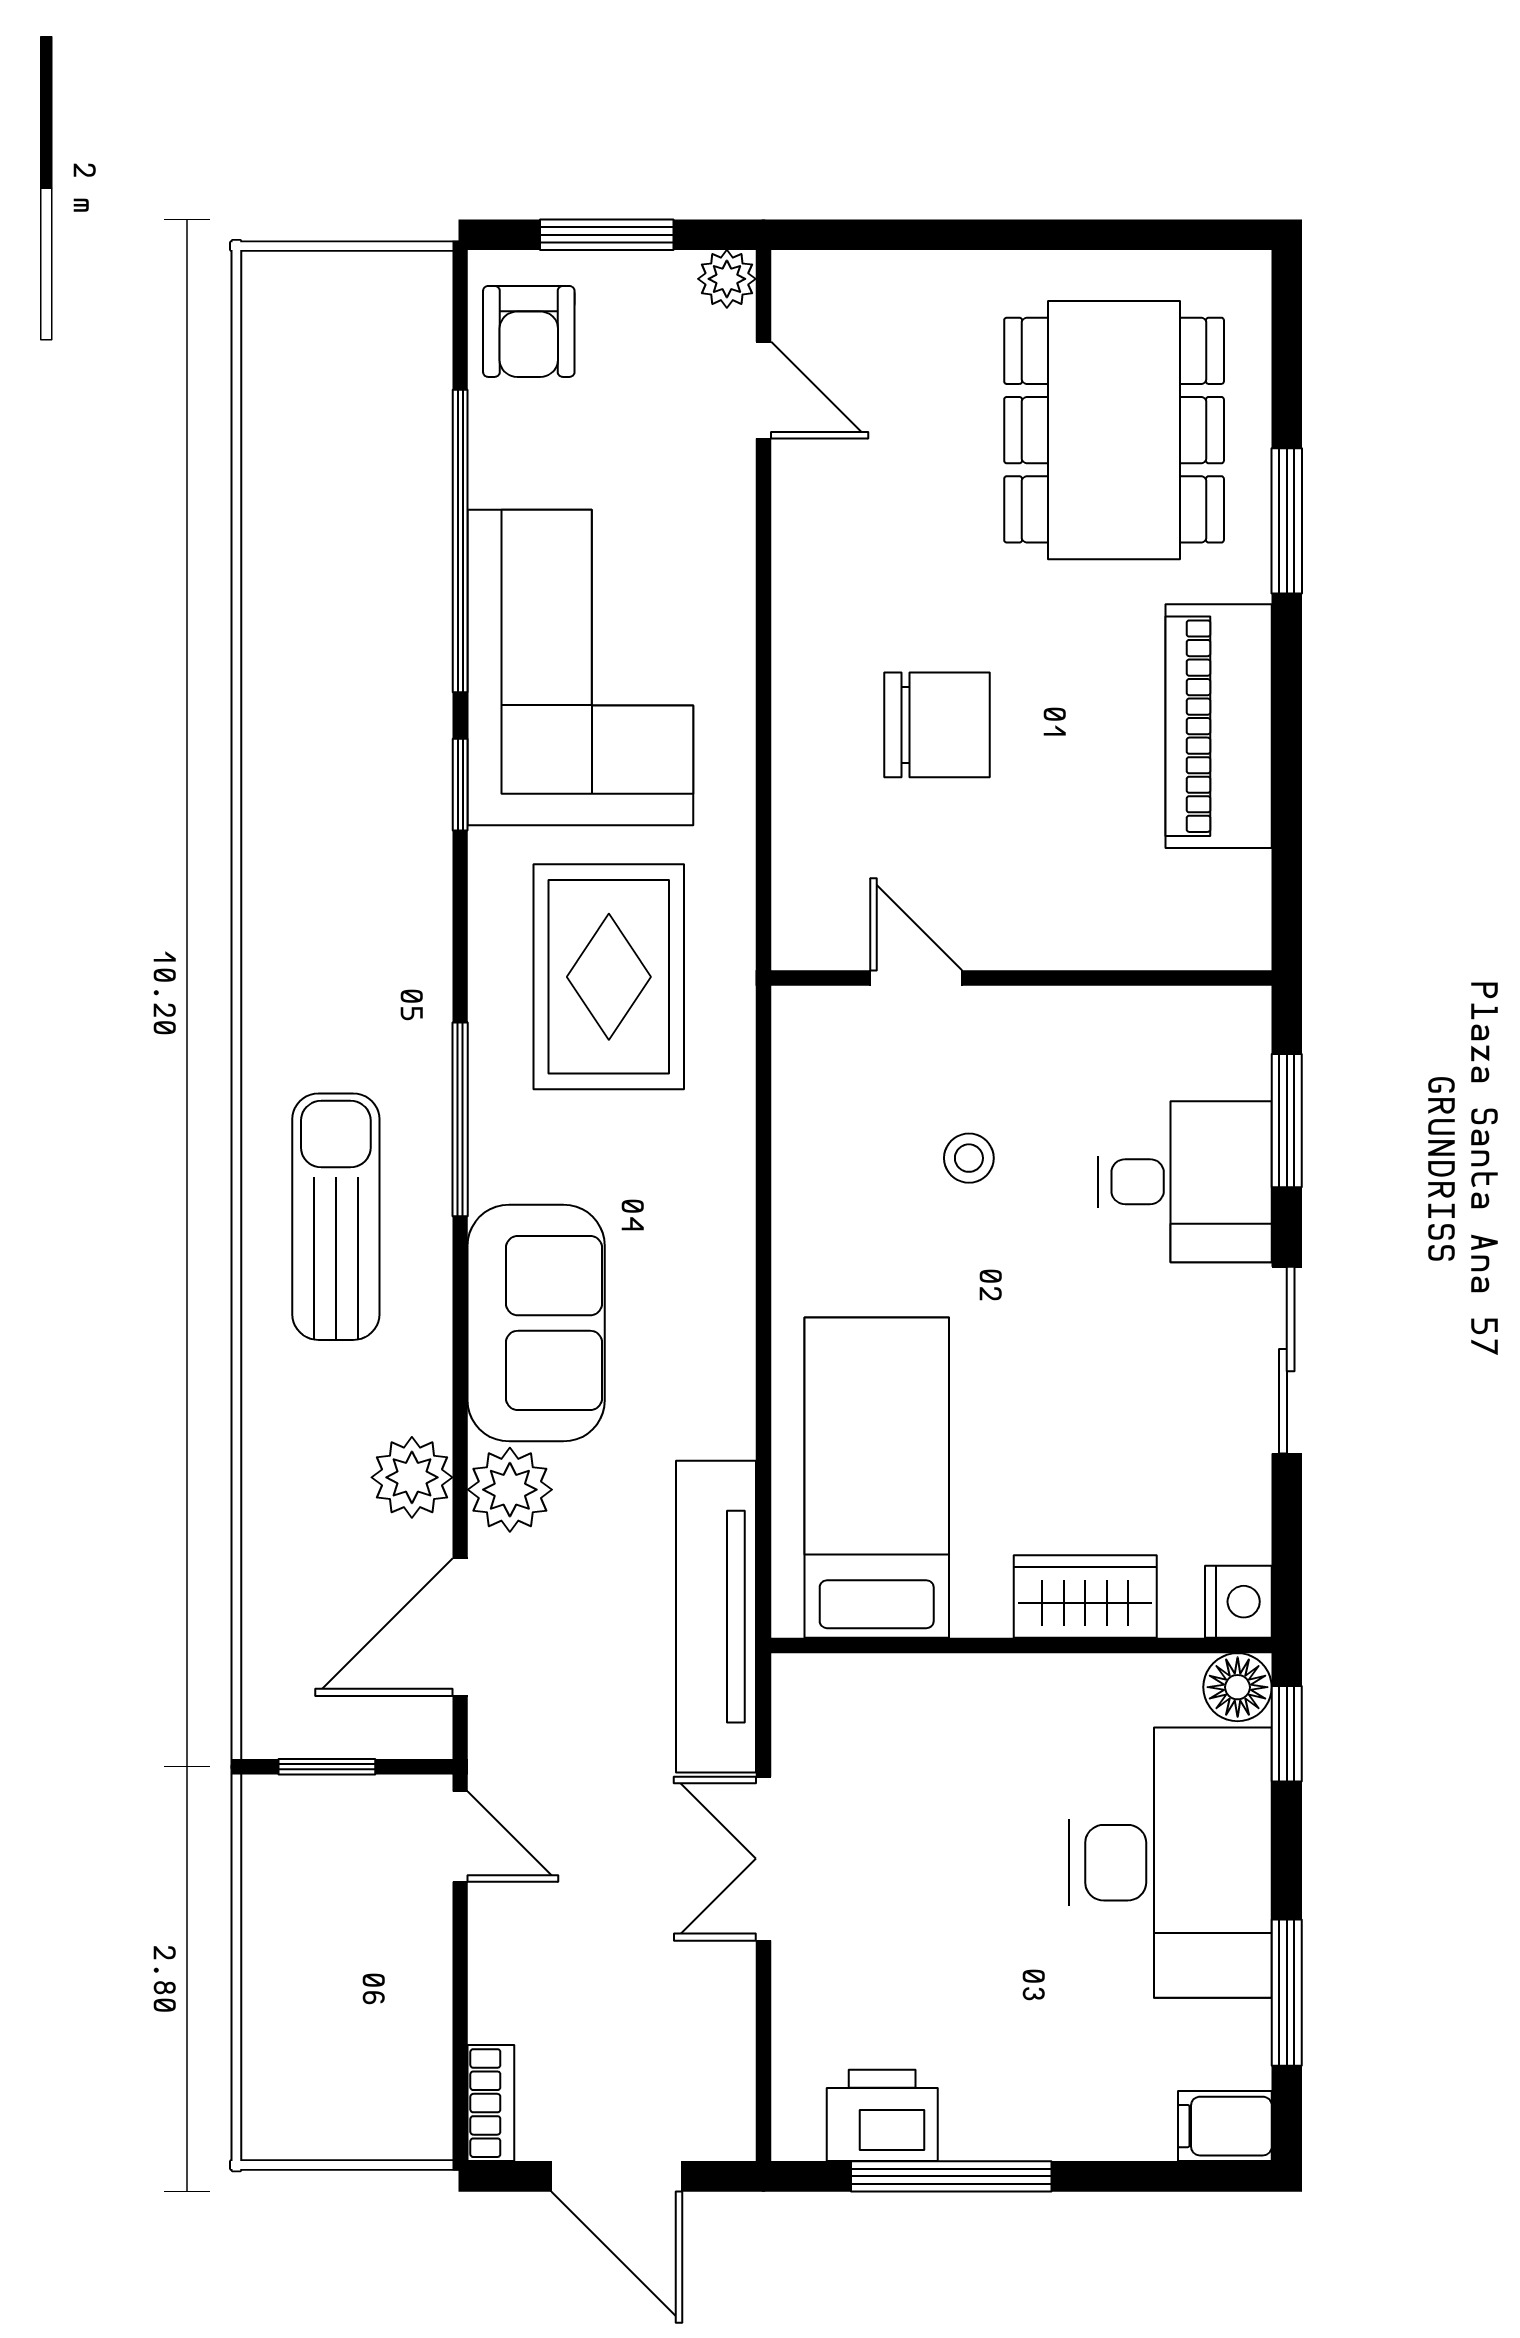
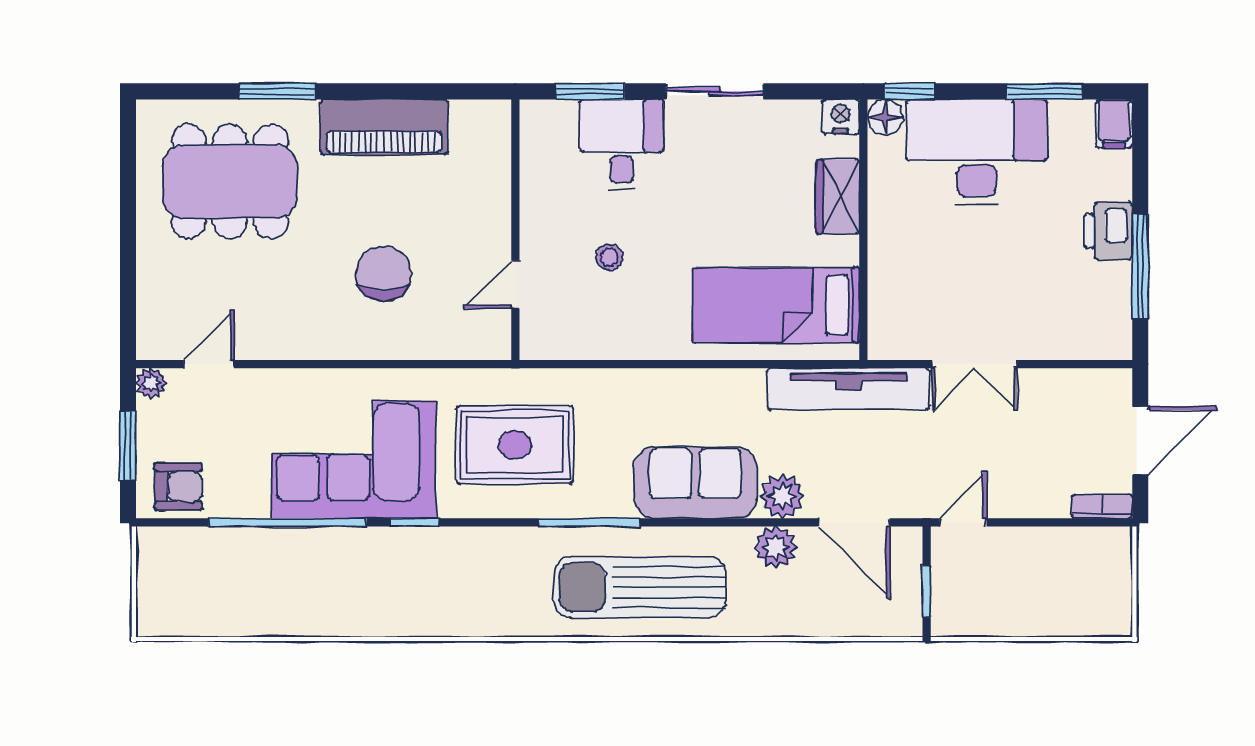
sun lounger: (336, 1217) -> (640, 587), width x1.36, depth x1.34
printer: (882, 2115) -> (1108, 231), moved

